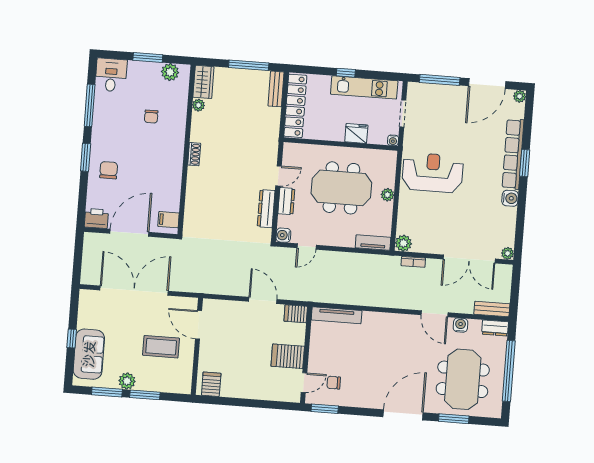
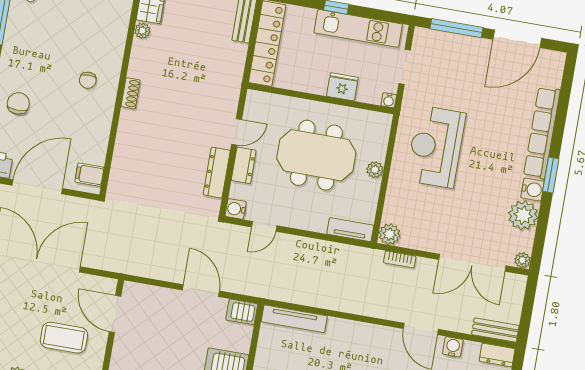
plant: (520, 96) -> (523, 215), moved, width x1.88, depth x1.88
chair: (151, 116) -> (88, 80), moved
window: (525, 163) -> (551, 175), moved
reception desk: (433, 173) -> (436, 147), turned -90

